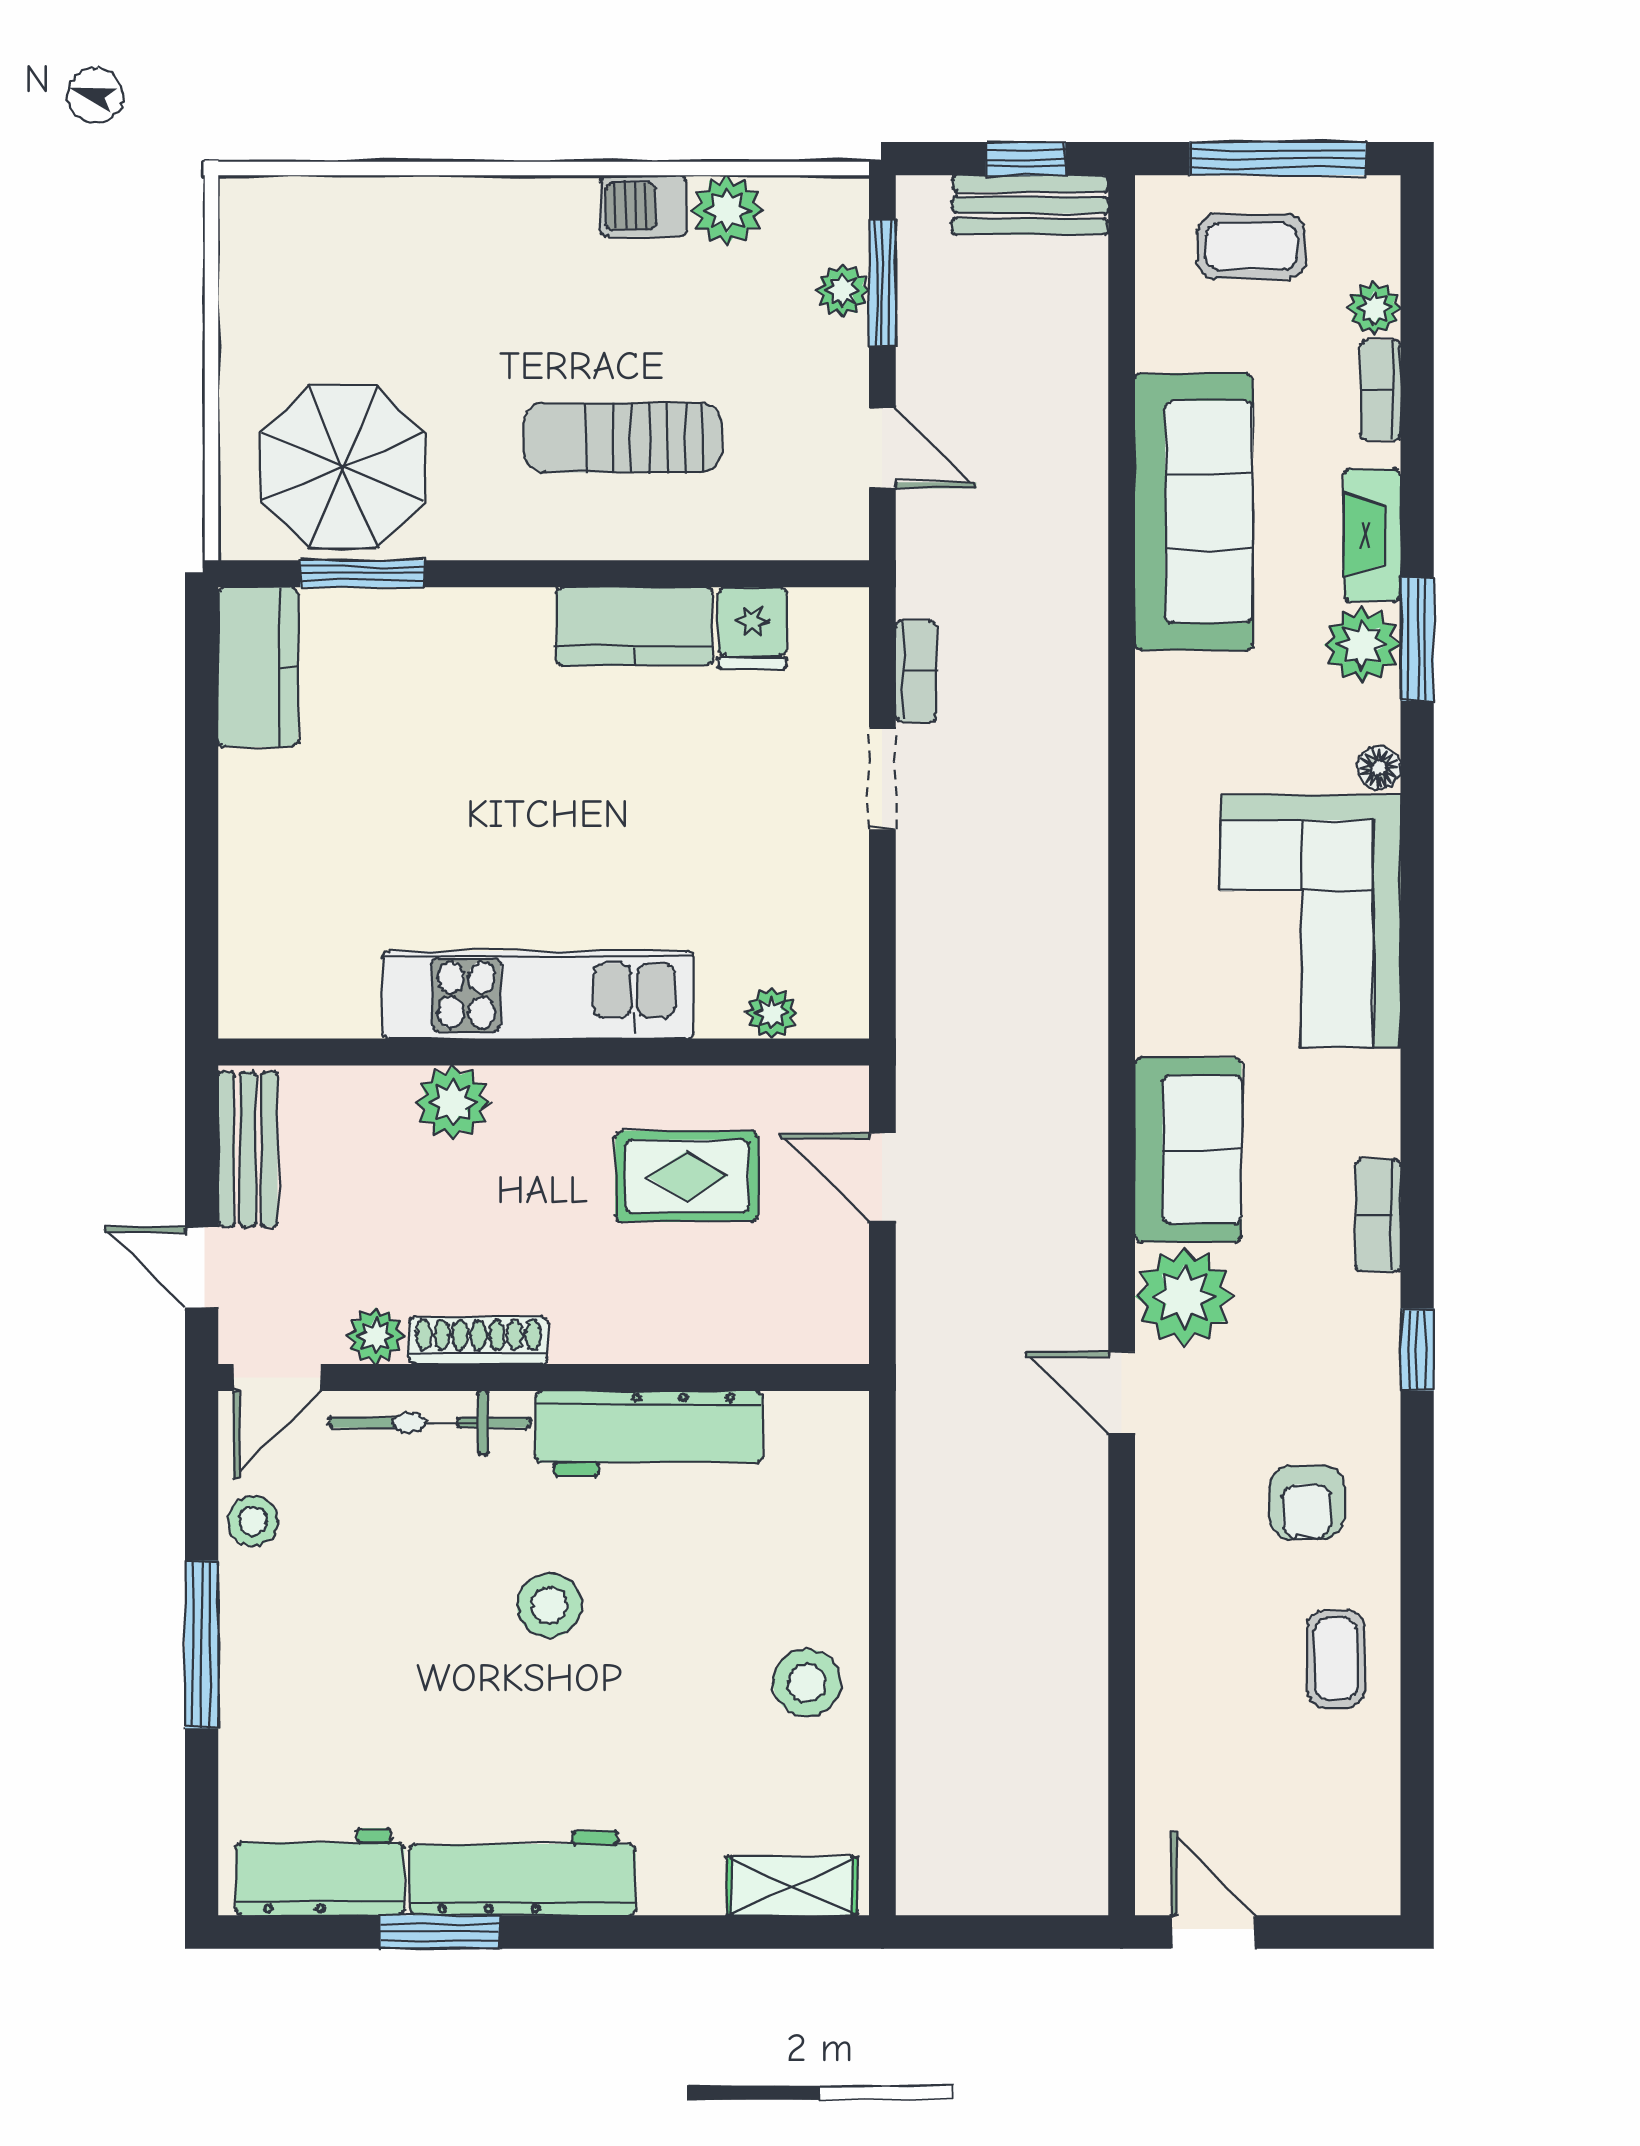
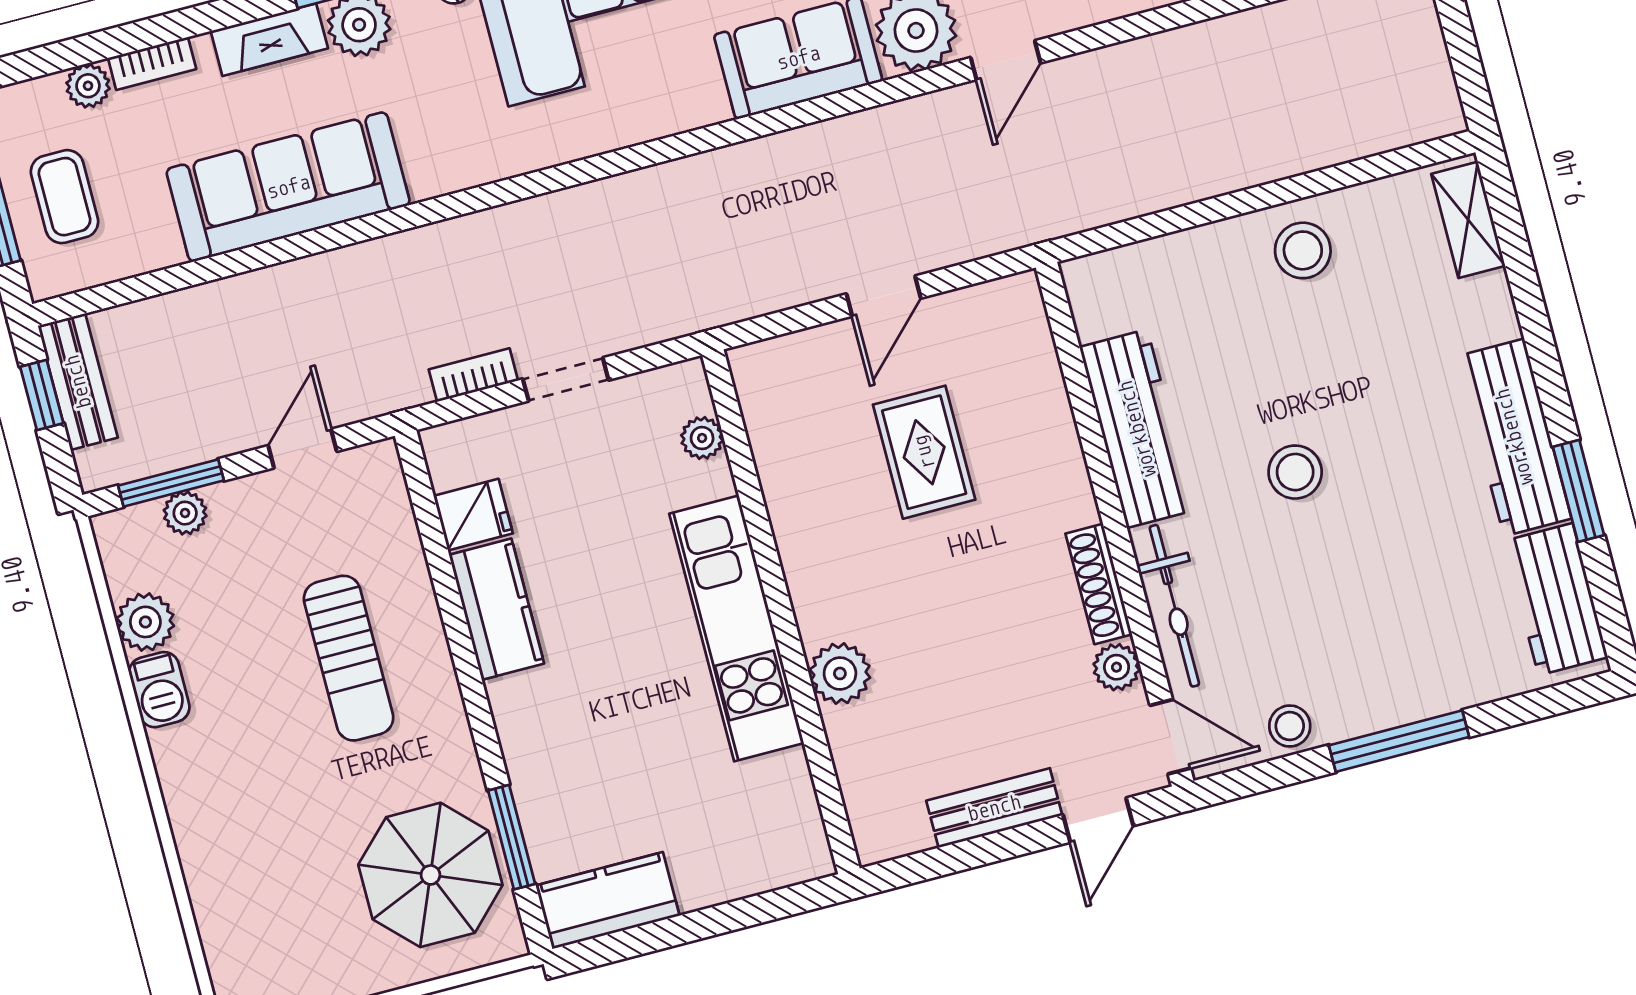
kitchen unit: (538, 995) -> (737, 628), moved
plant: (772, 1013) -> (702, 438), moved
wall: (544, 1052) -> (781, 612), moved
plant: (453, 1102) -> (840, 673), moved

